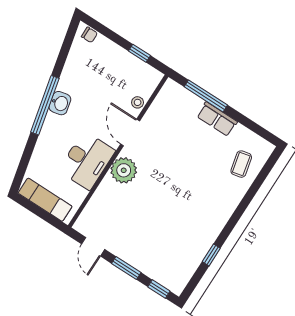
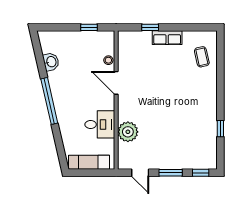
chair: (89, 35) -> (49, 36), removed
window: (206, 96) -> (150, 27), width x0.46
washbasin: (60, 103) -> (51, 62), moved
desk: (87, 161) -> (100, 124), width x0.73
plant: (124, 170) -> (128, 132), moved

